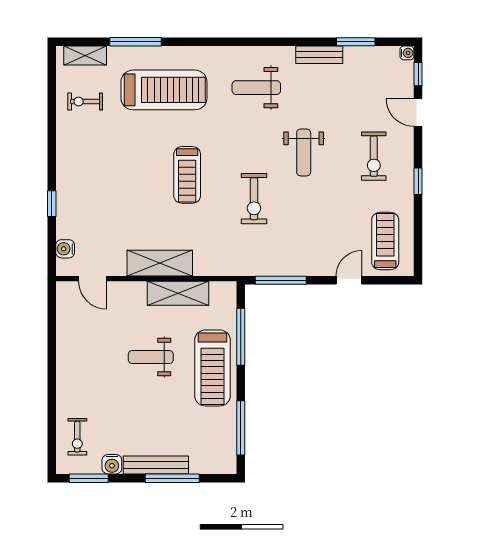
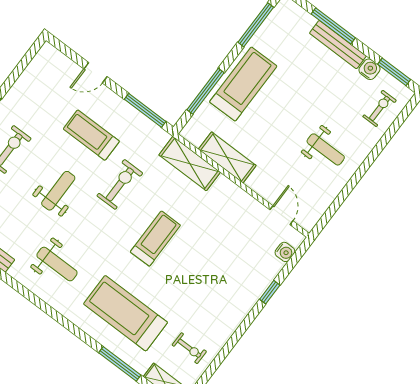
treadmill: (385, 241) -> (91, 135), moved, turned 90
shelving: (160, 263) -> (190, 164), moved
weight bench: (151, 357) -> (326, 149), moved

